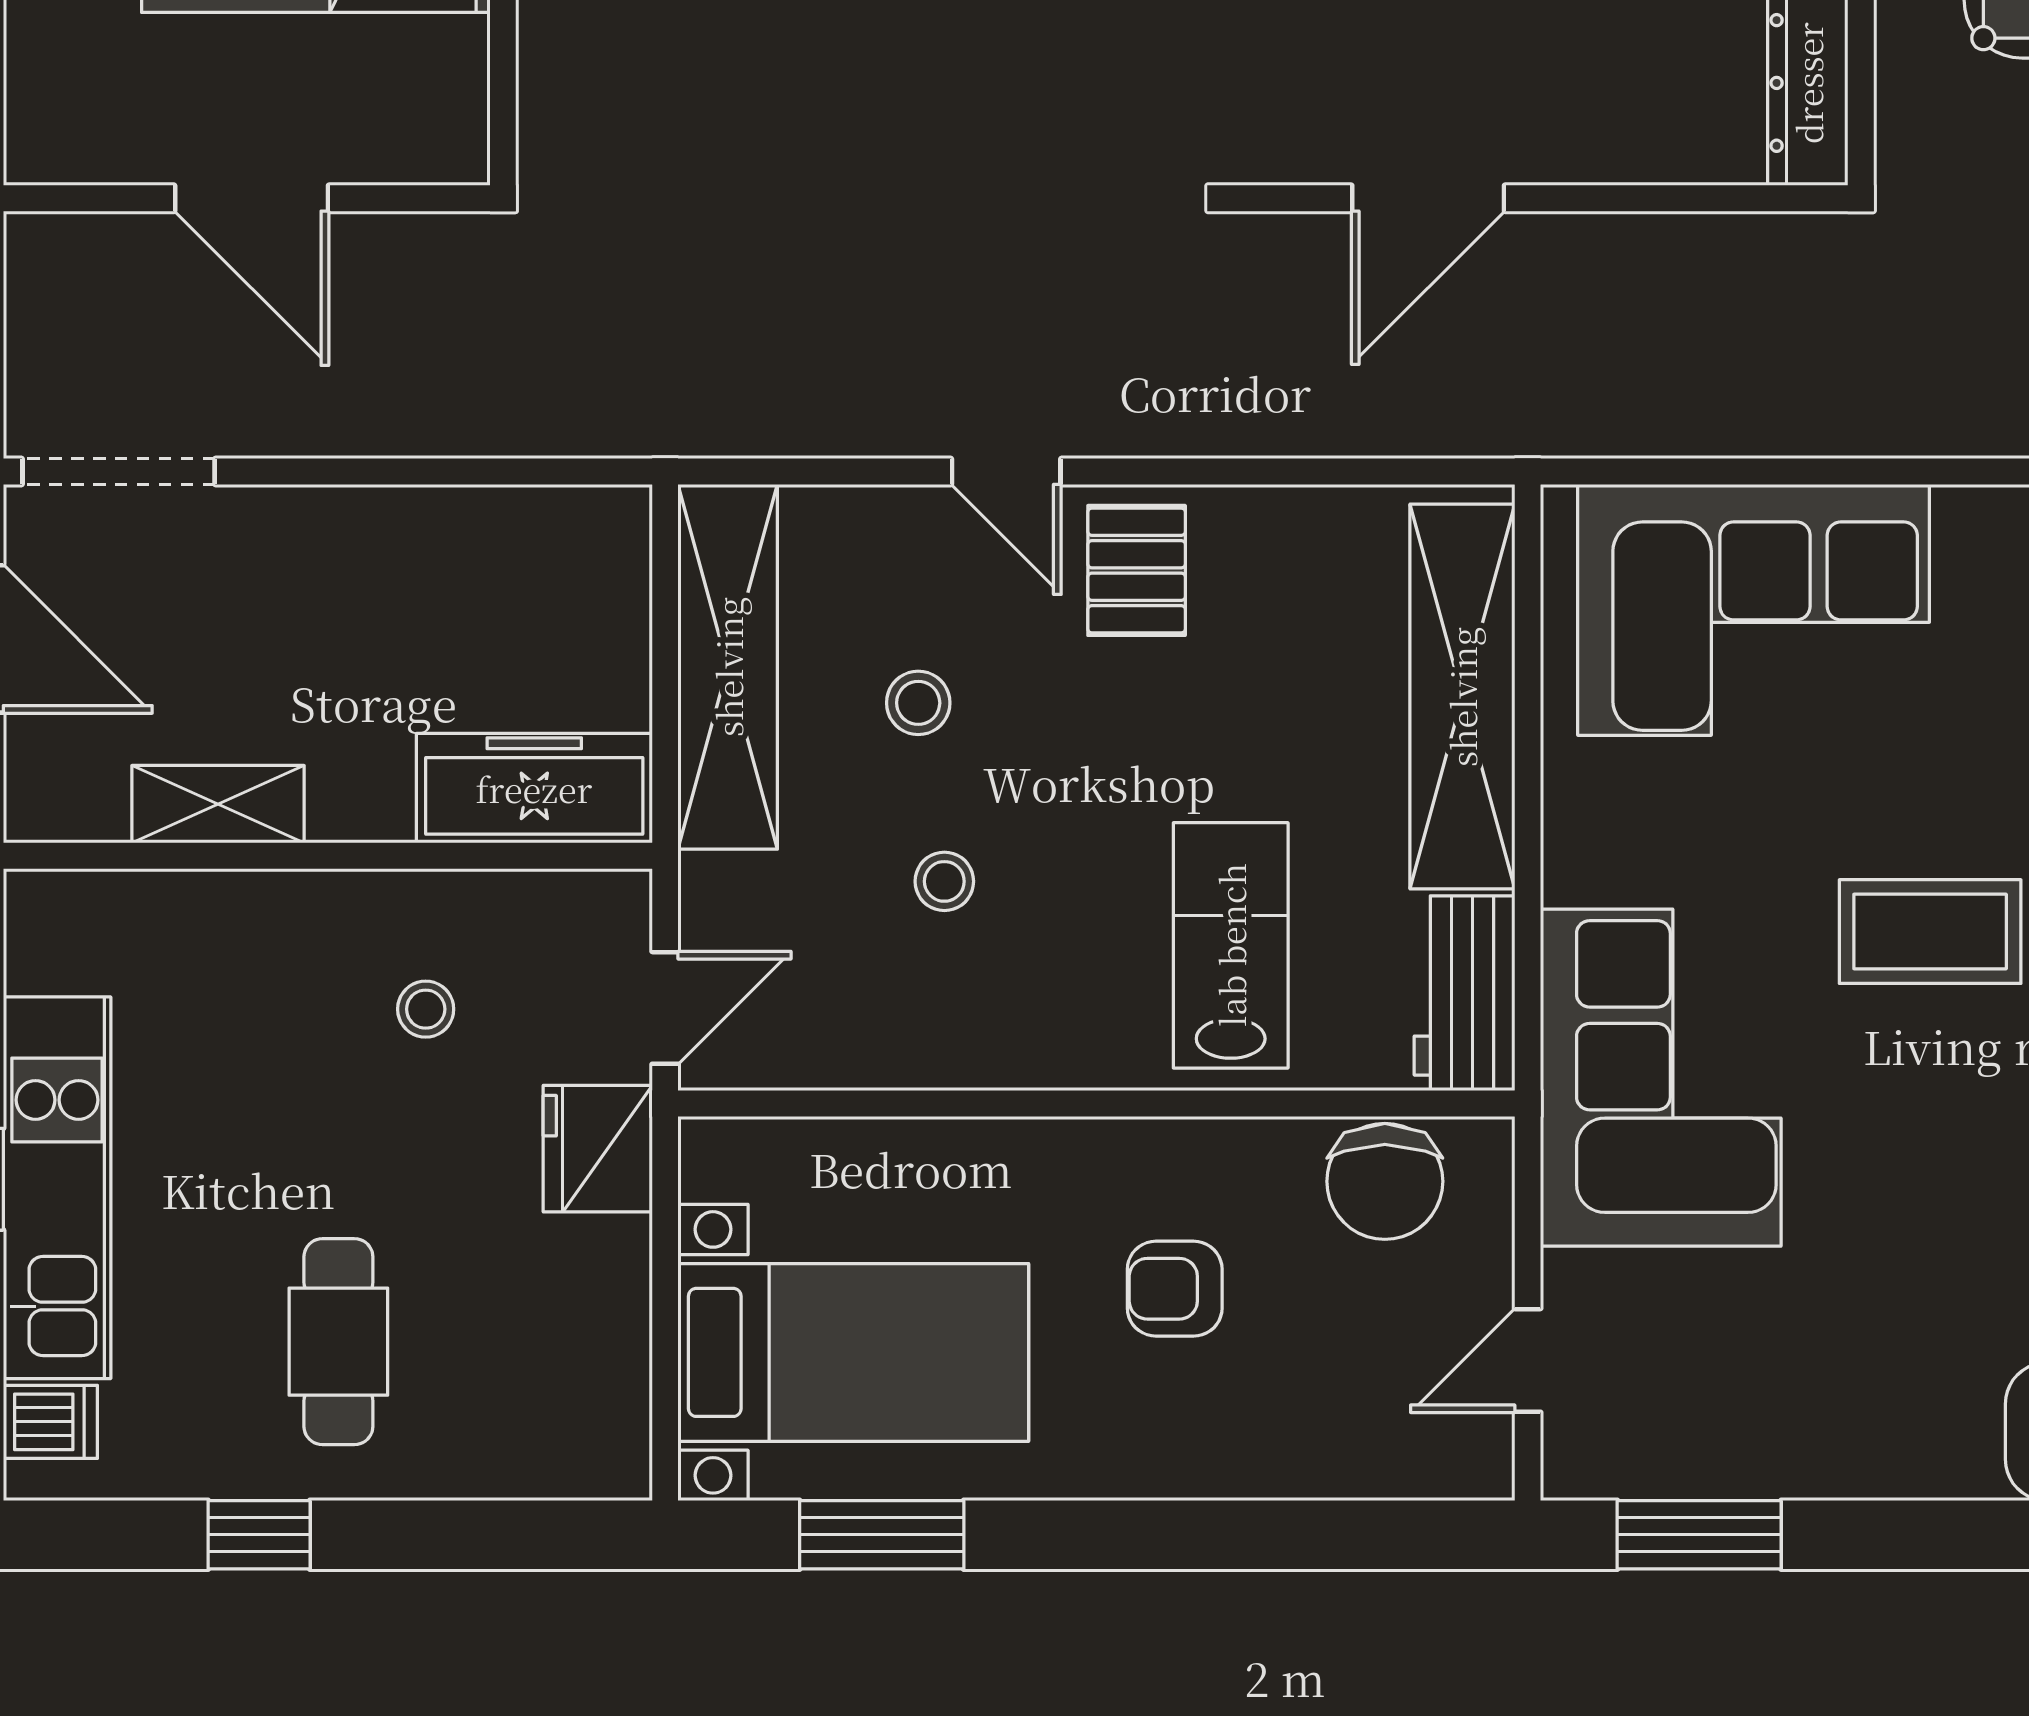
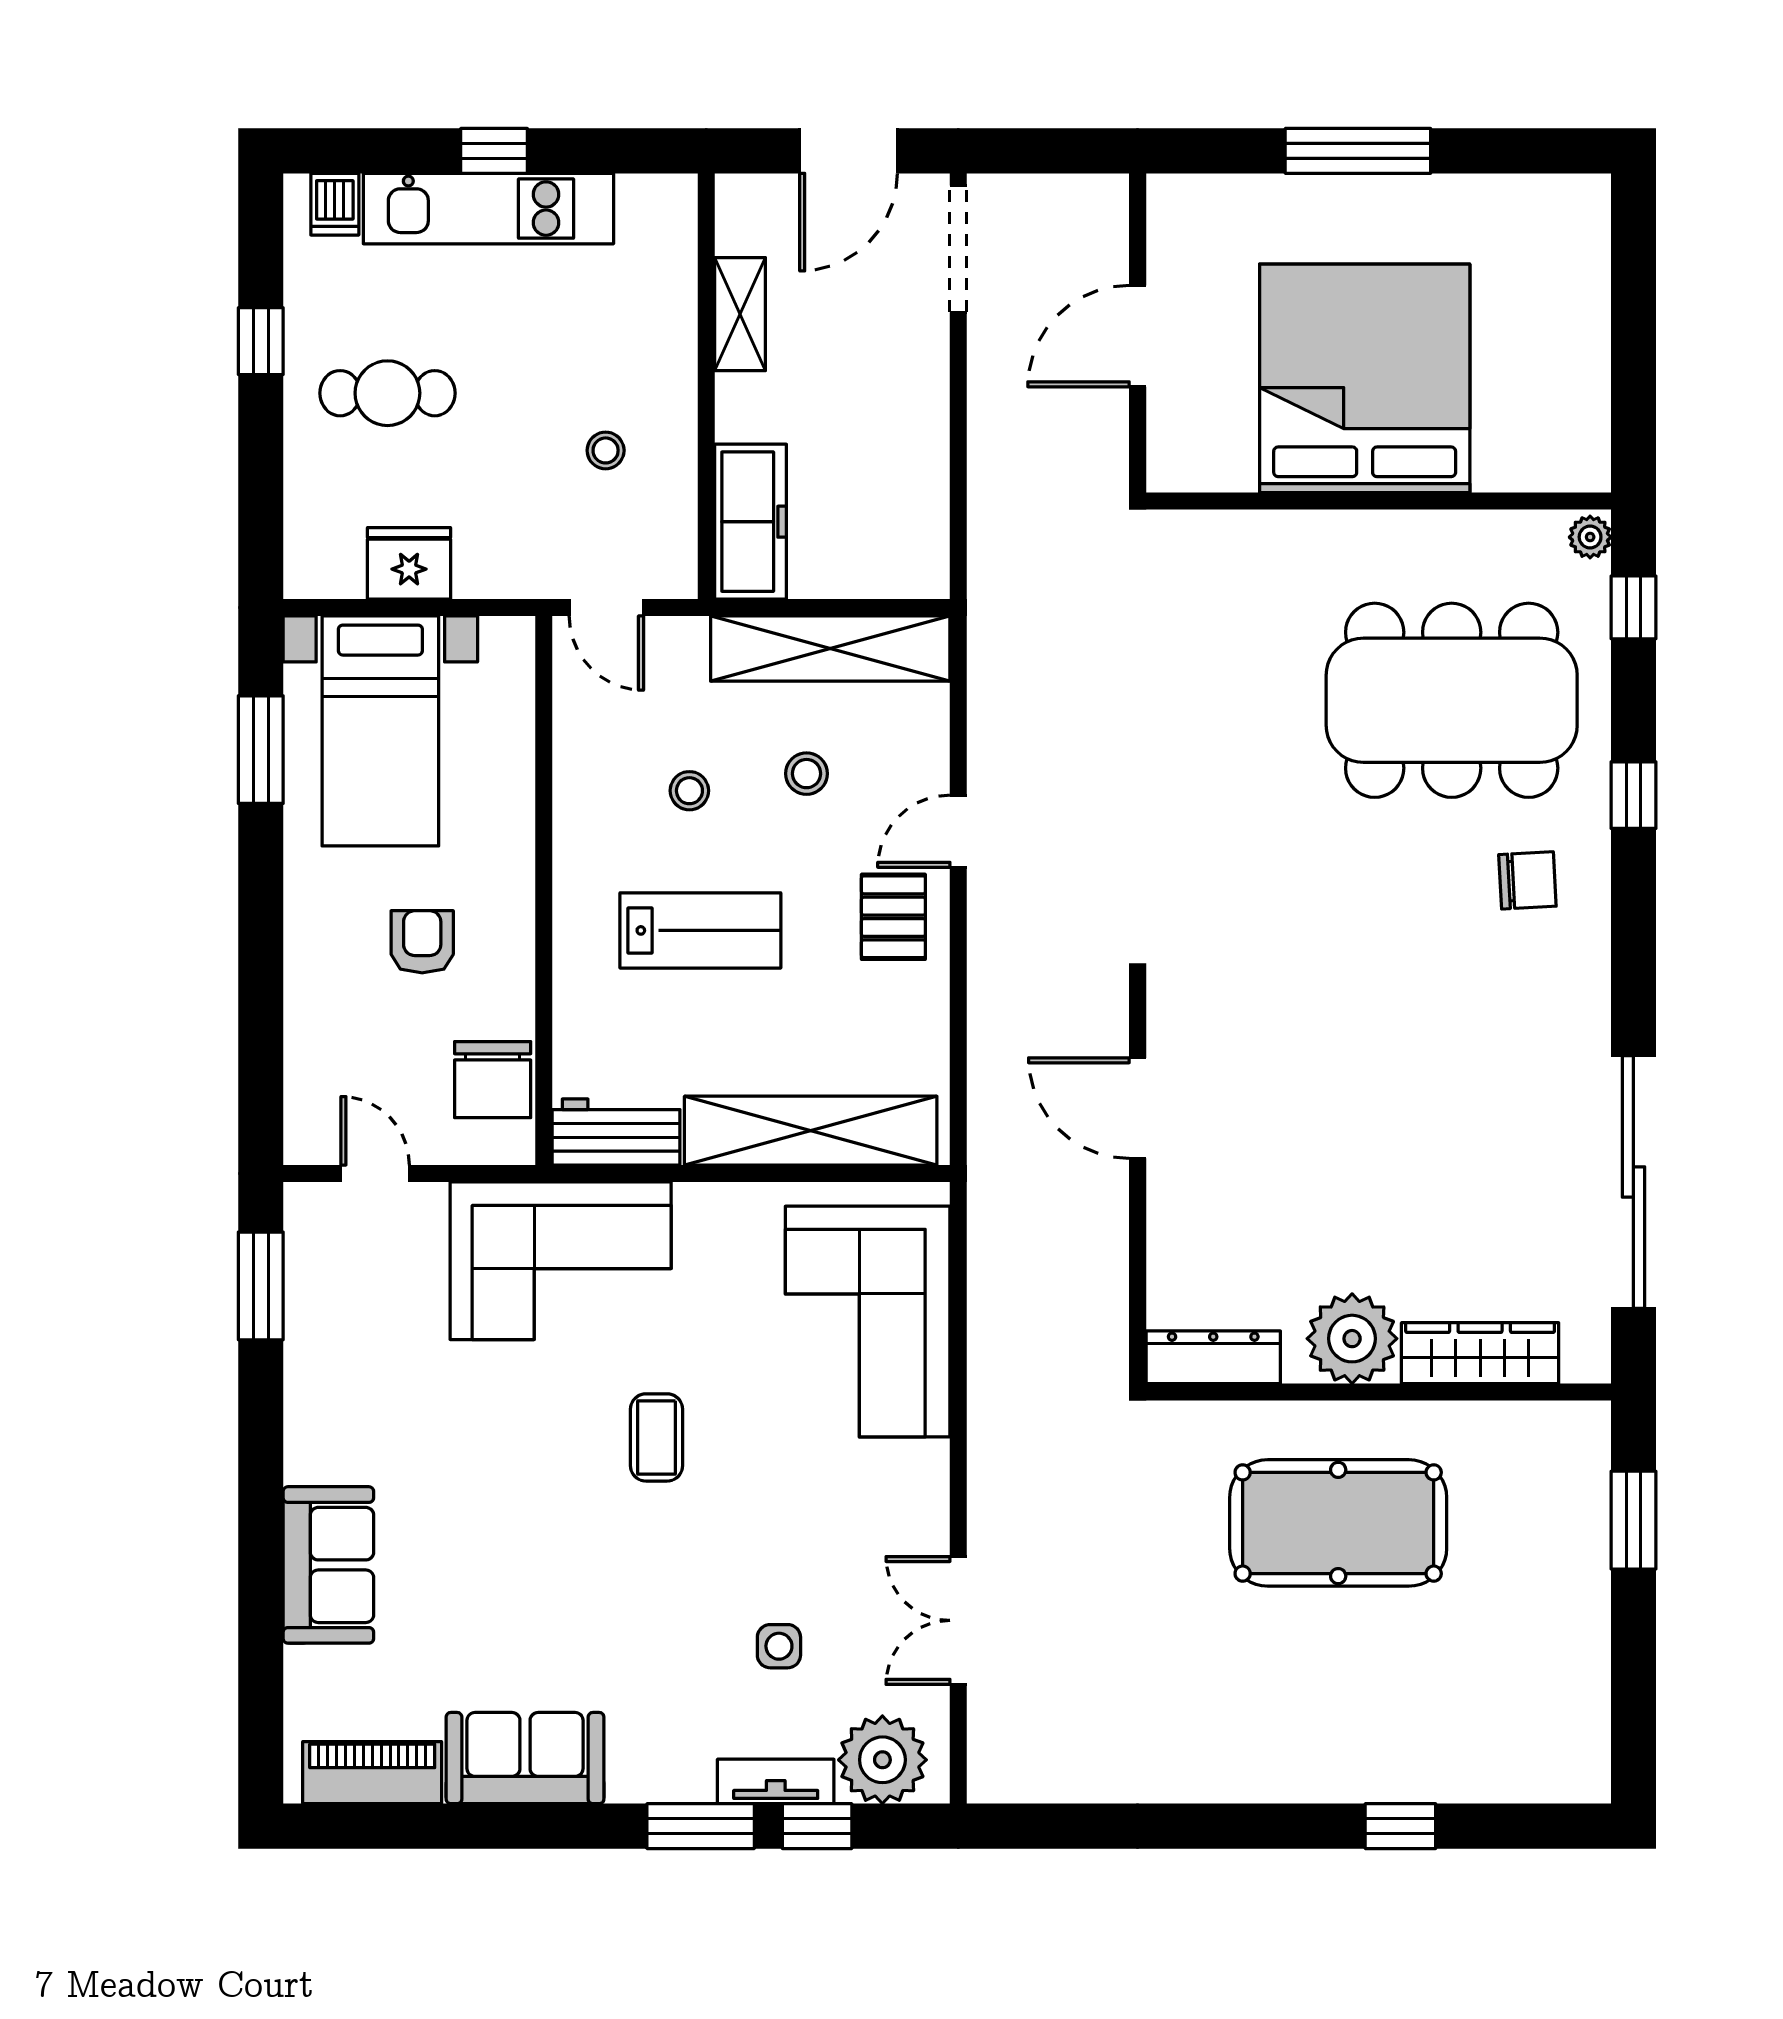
pallet: (1137, 570) -> (893, 917), turned 90
coffee table: (1930, 932) -> (657, 1437), width x0.73, depth x0.77
lab bench: (1231, 945) -> (700, 930), moved
fridge: (598, 1149) -> (409, 563), moved
chair: (1385, 1181) -> (493, 1080), turned -90

